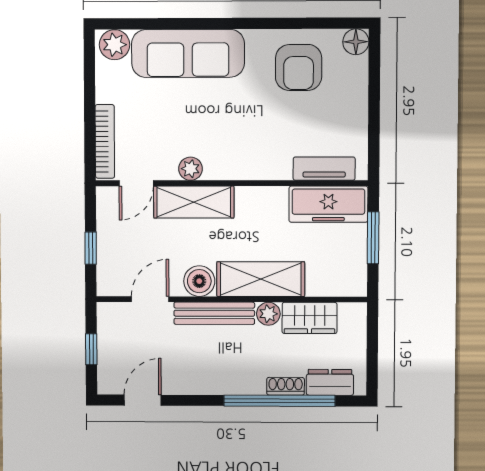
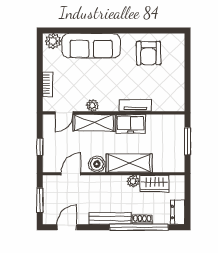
floor lamp: (356, 42) -> (178, 40), removed
bookcase: (105, 141) -> (48, 84), width x0.64
tv unit: (324, 169) -> (135, 105), moved
freezer: (328, 204) -> (131, 124), moved, width x0.71
bench: (214, 313) -> (110, 218), moved
window: (91, 349) -> (40, 200), width x1.50
dresser: (330, 382) -> (178, 212), moved, turned -90

